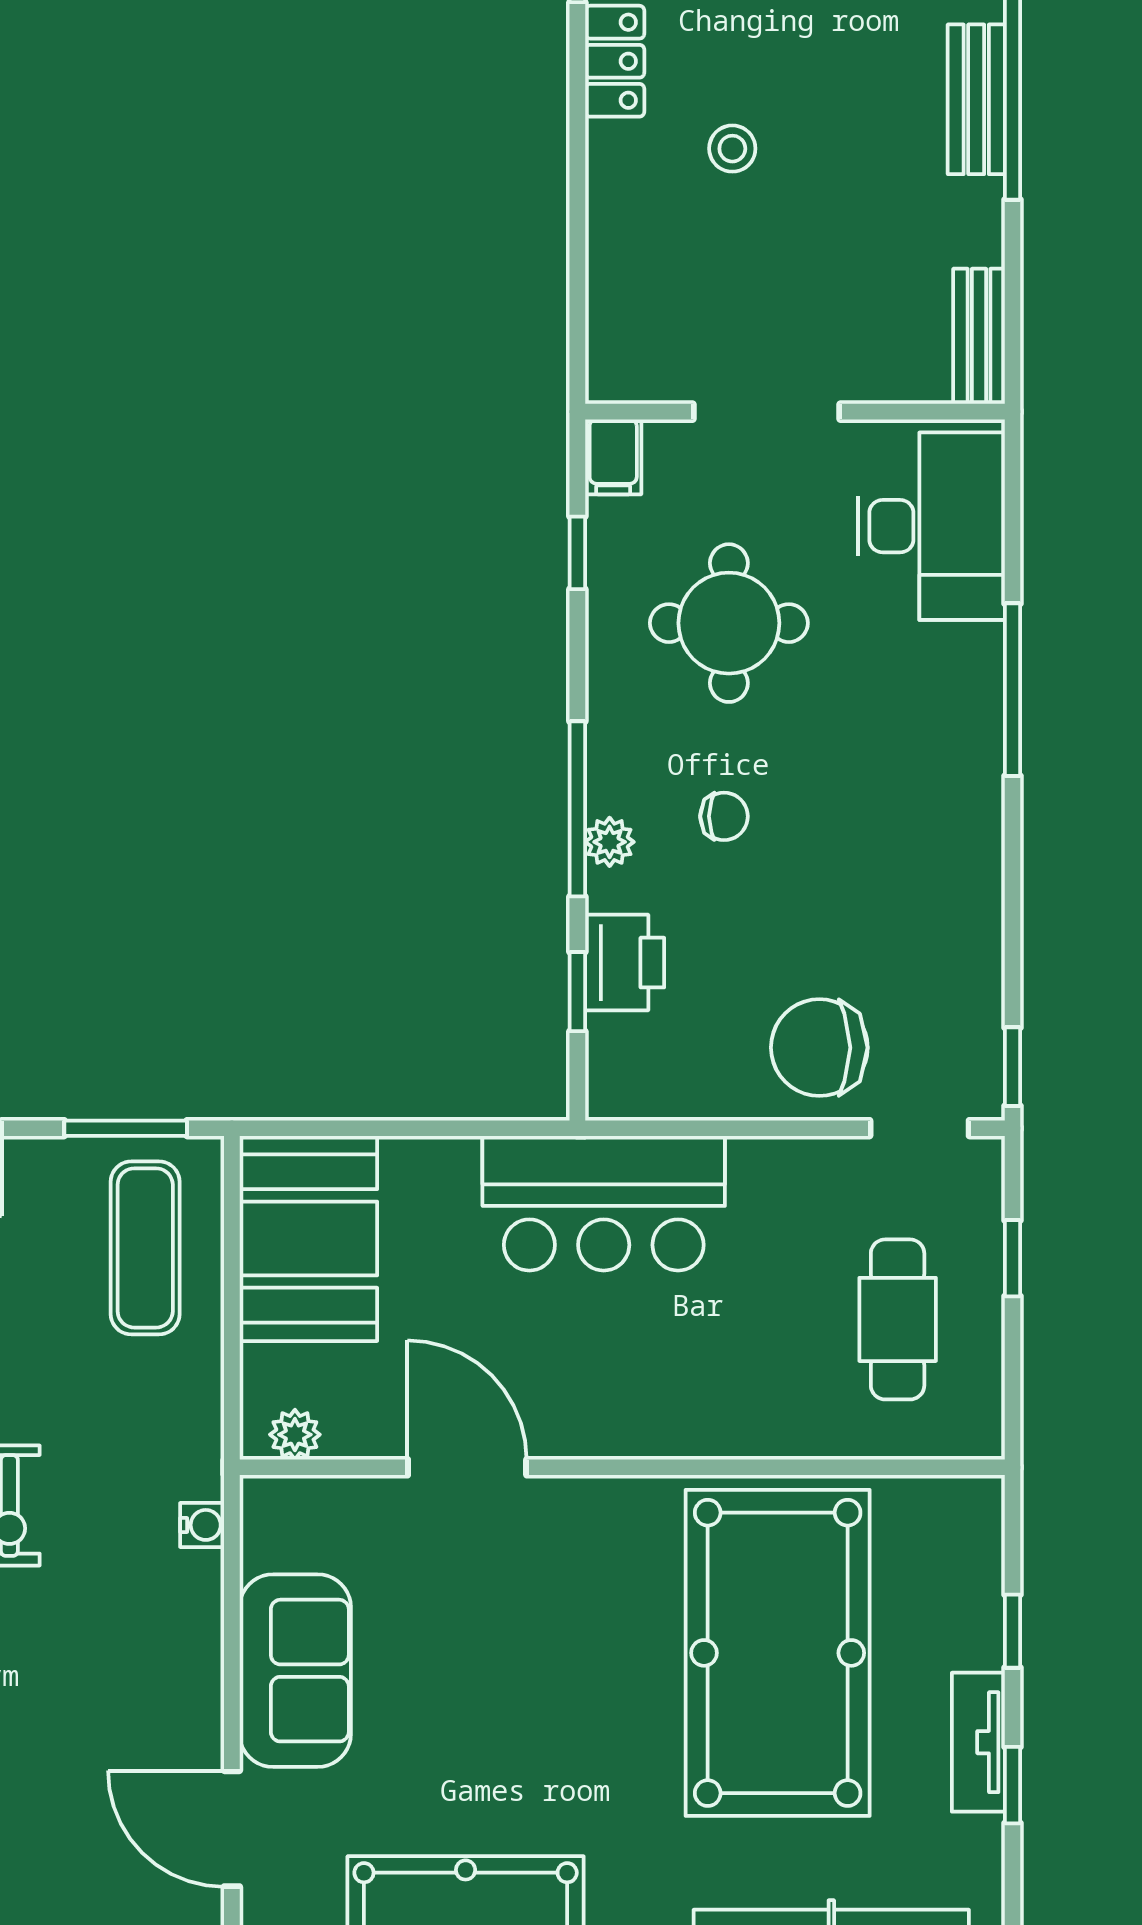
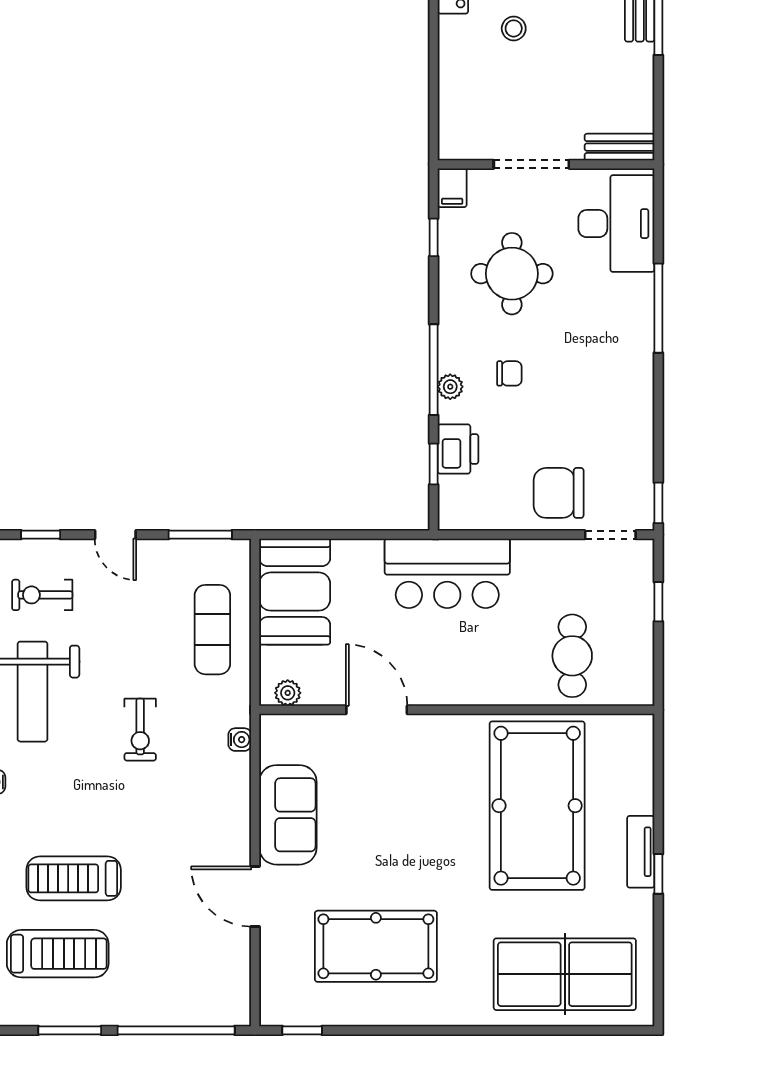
bench: (979, 336) -> (620, 147), moved, turned 90
exercise mat: (145, 1248) -> (212, 630), moved
cafe table: (898, 1319) -> (572, 656), moved
window: (1012, 1631) -> (658, 794), removed

